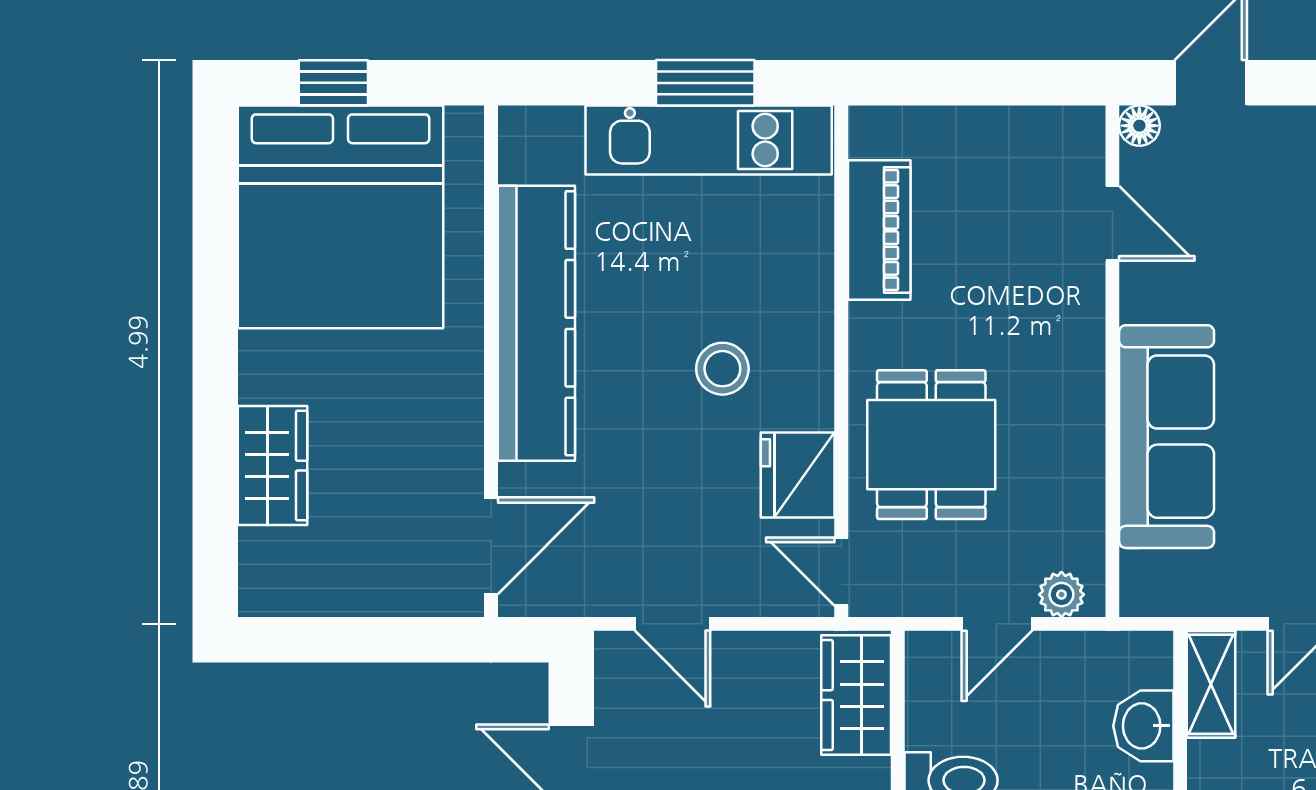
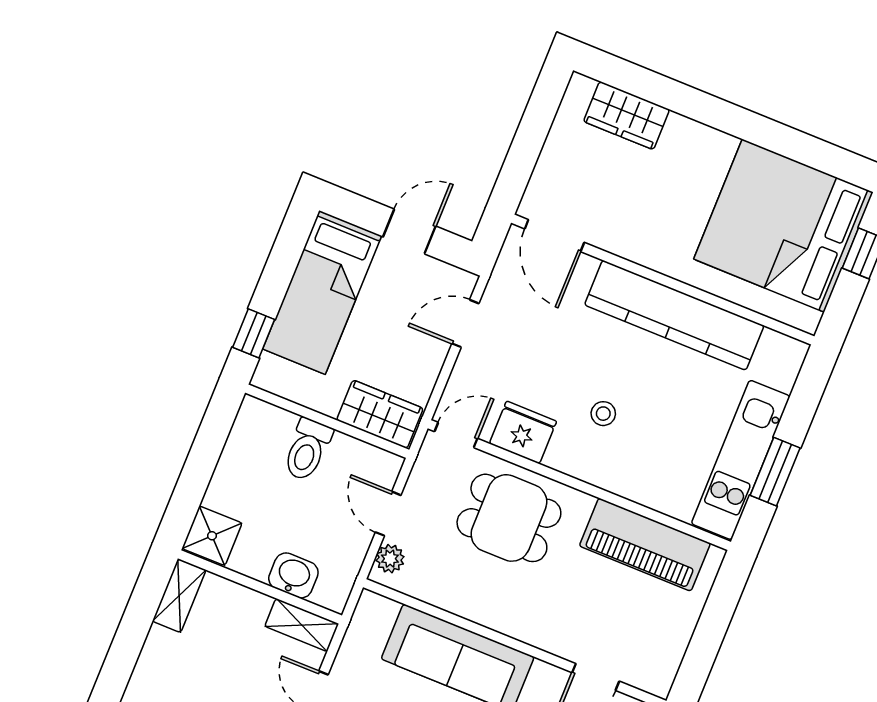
piano: (879, 230) -> (645, 545), width x1.37, depth x1.33
stool: (722, 369) -> (603, 414), width x0.73, depth x0.73
wardrobe: (273, 466) -> (627, 116), moved

